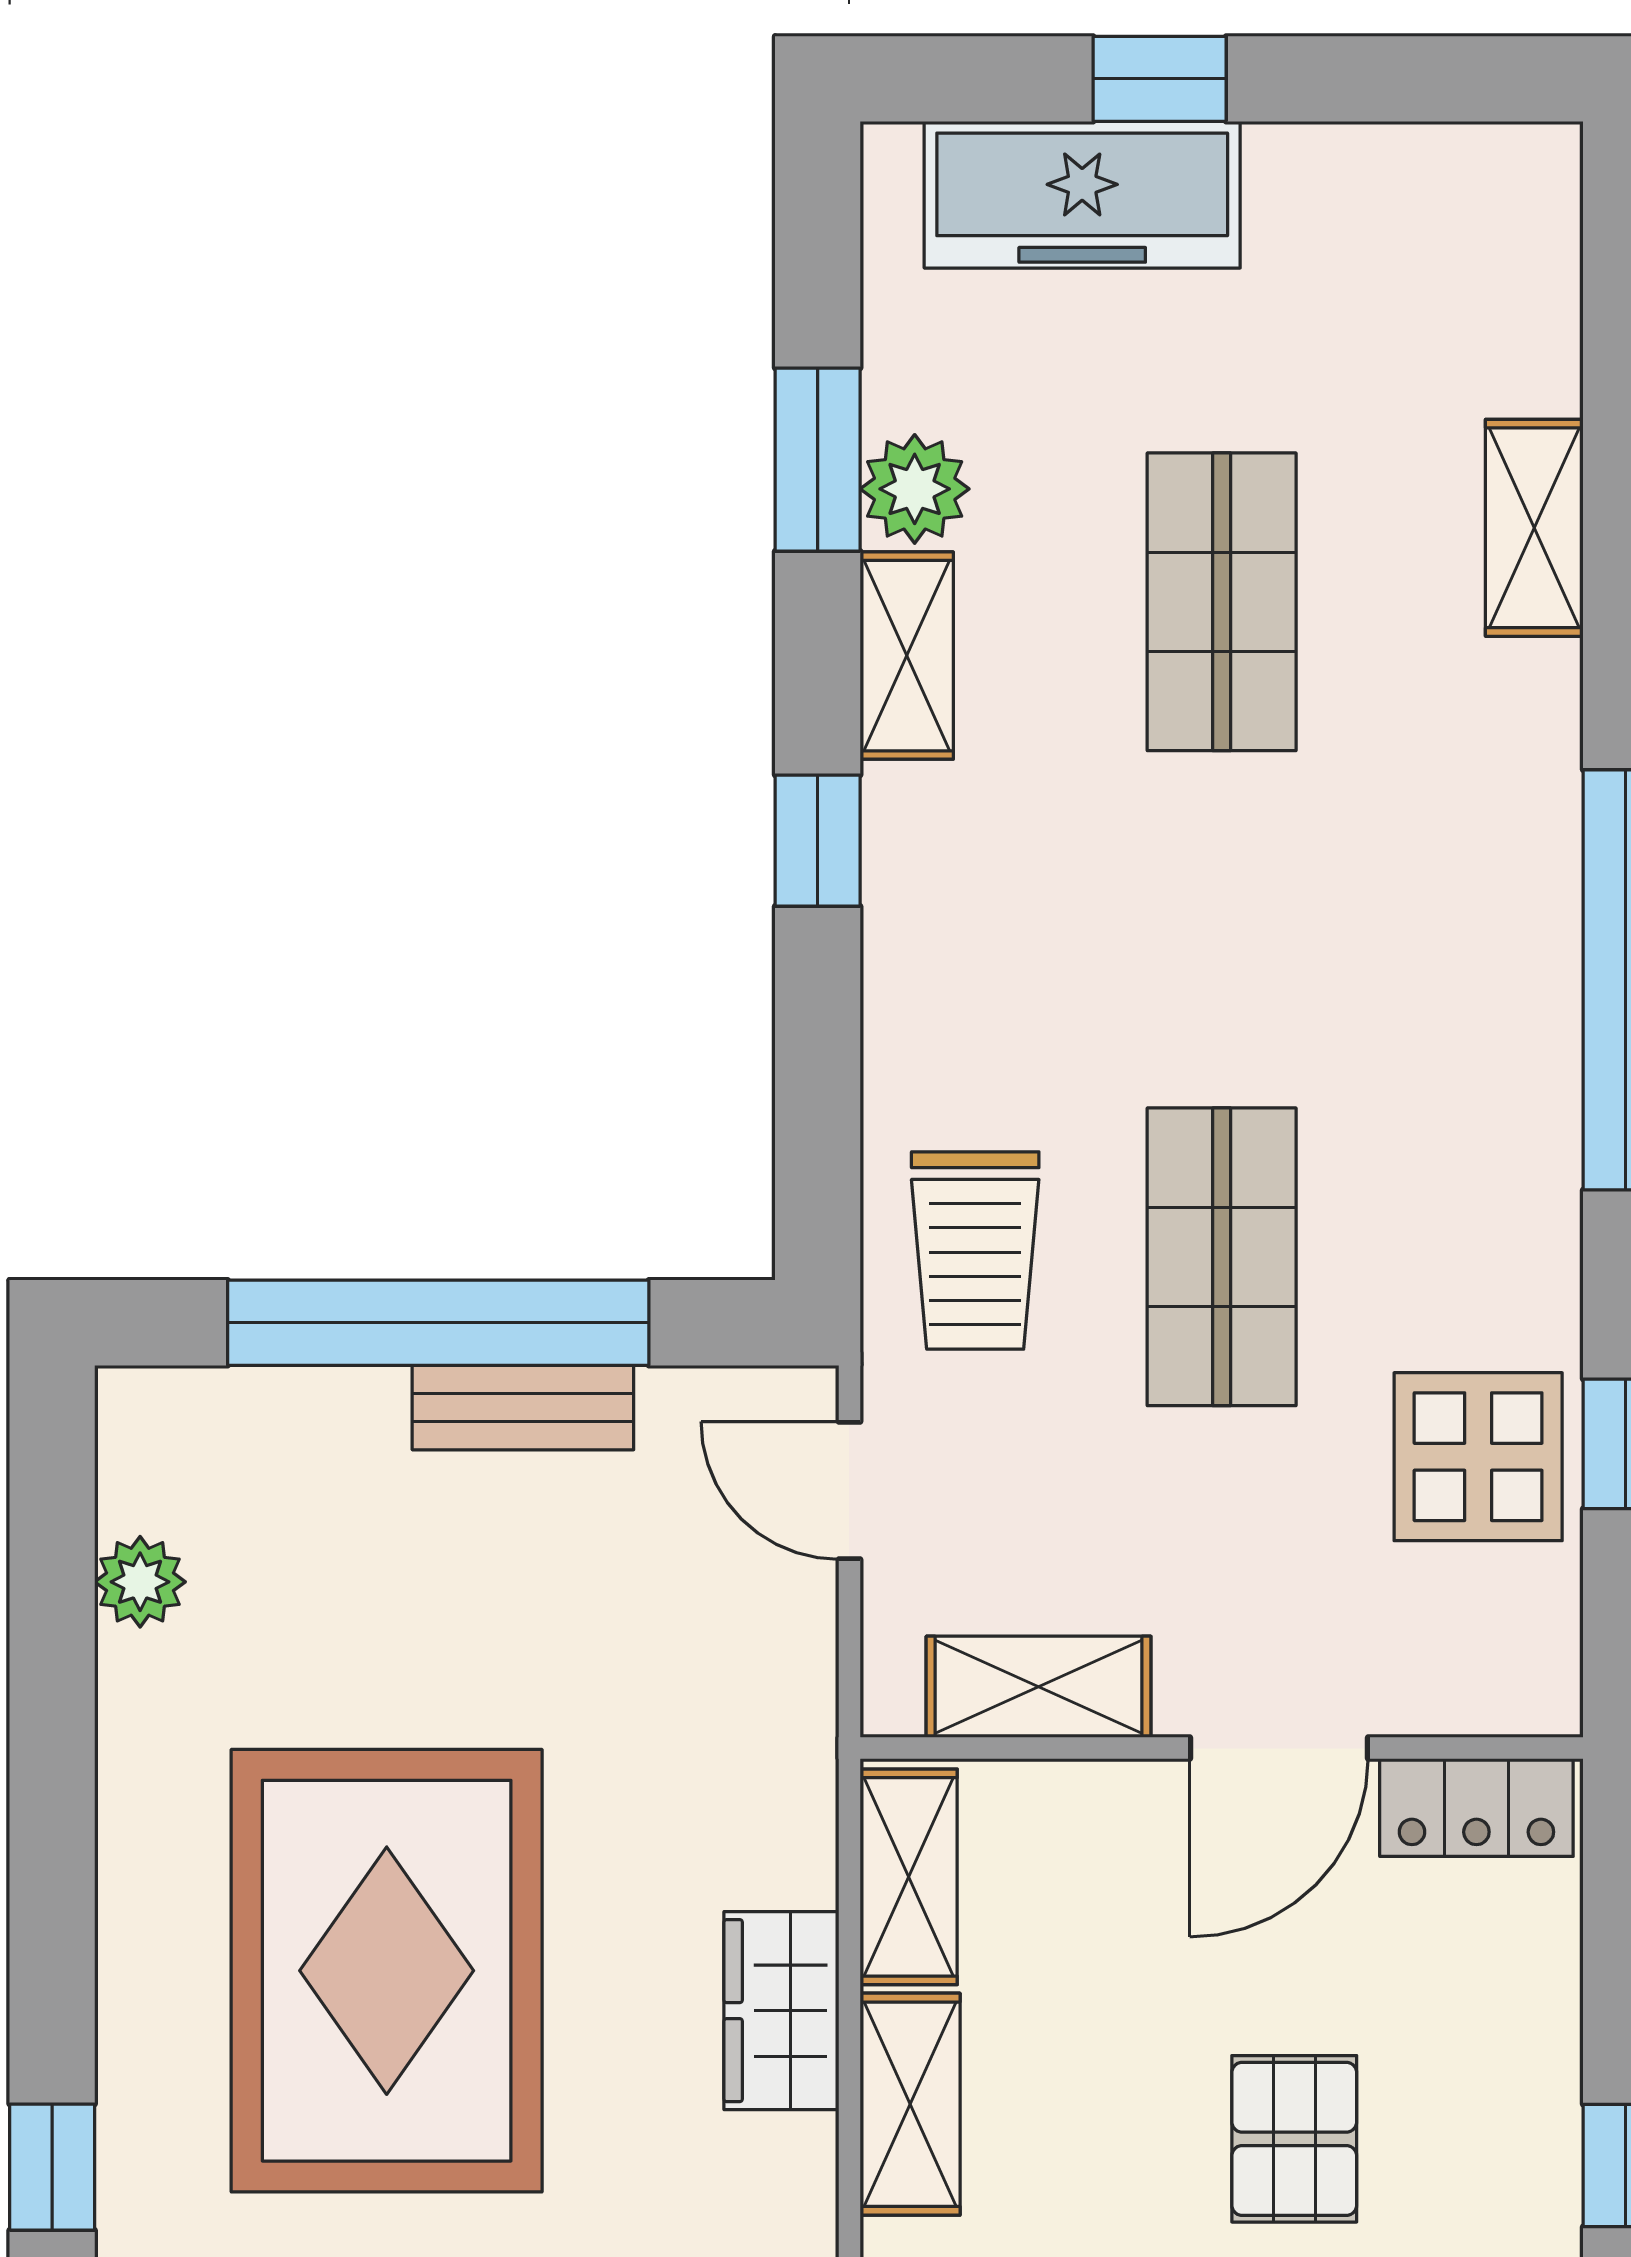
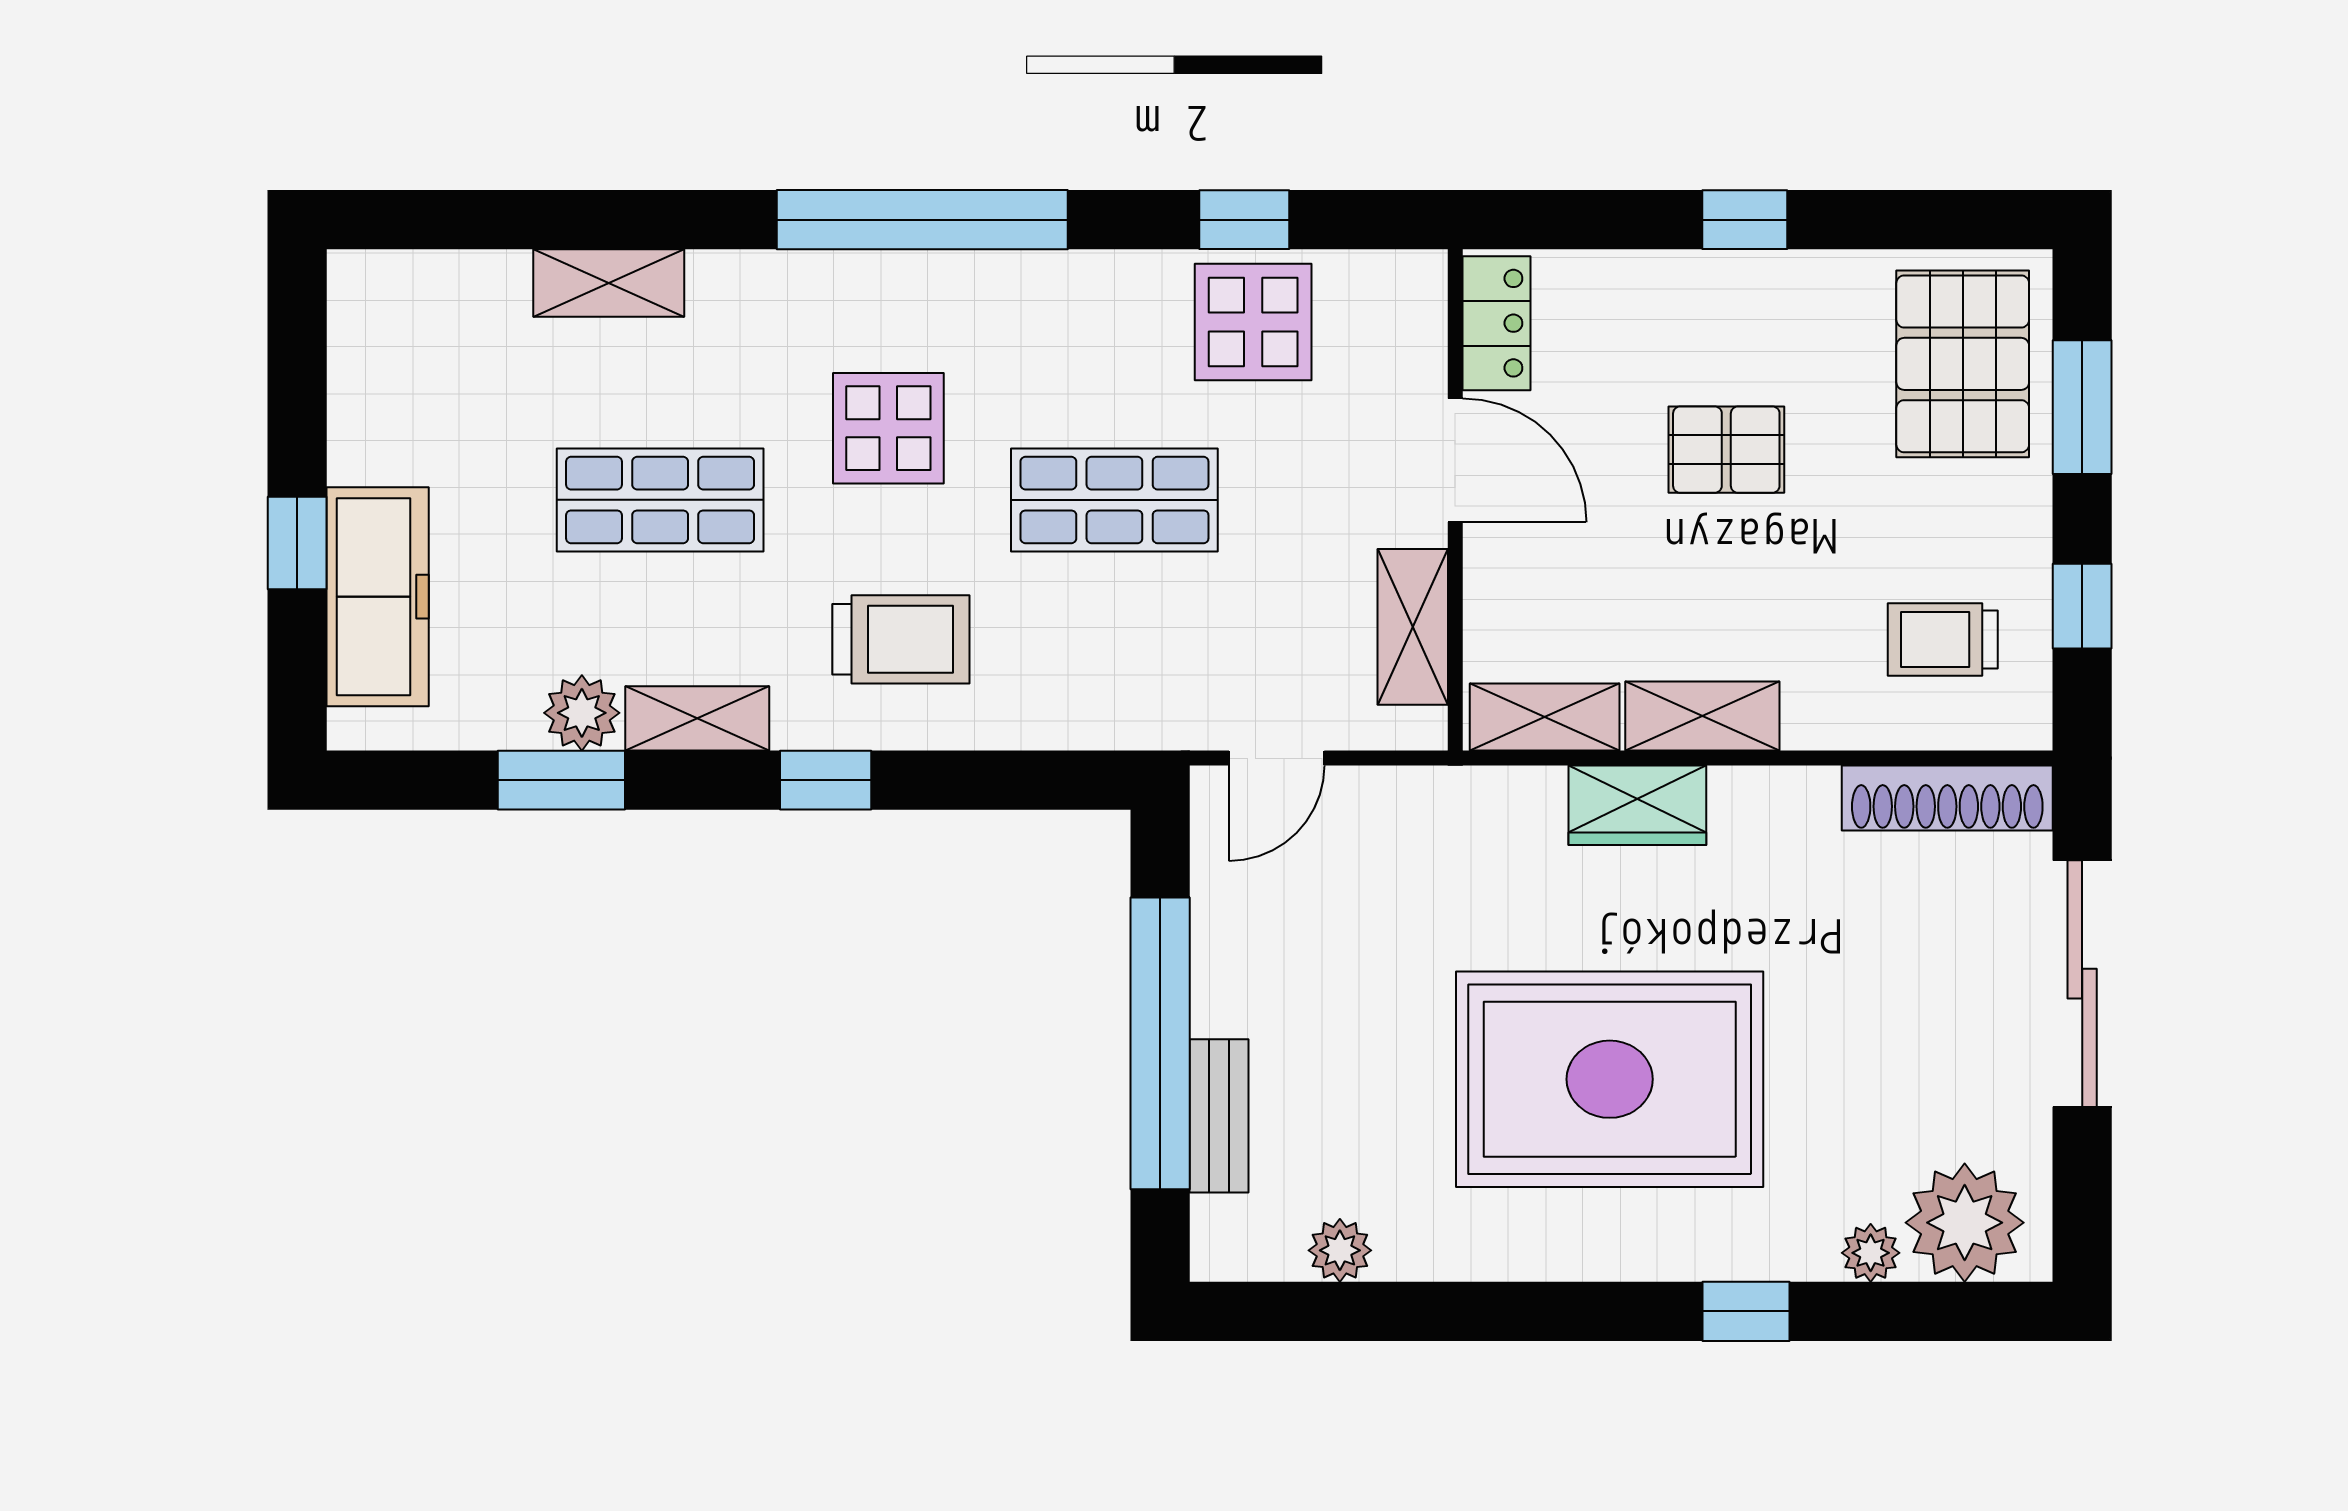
display table: (1325, 931) -> (888, 428), added
trolley: (975, 1251) -> (901, 639), moved
bench: (523, 1408) -> (1219, 1116), moved

